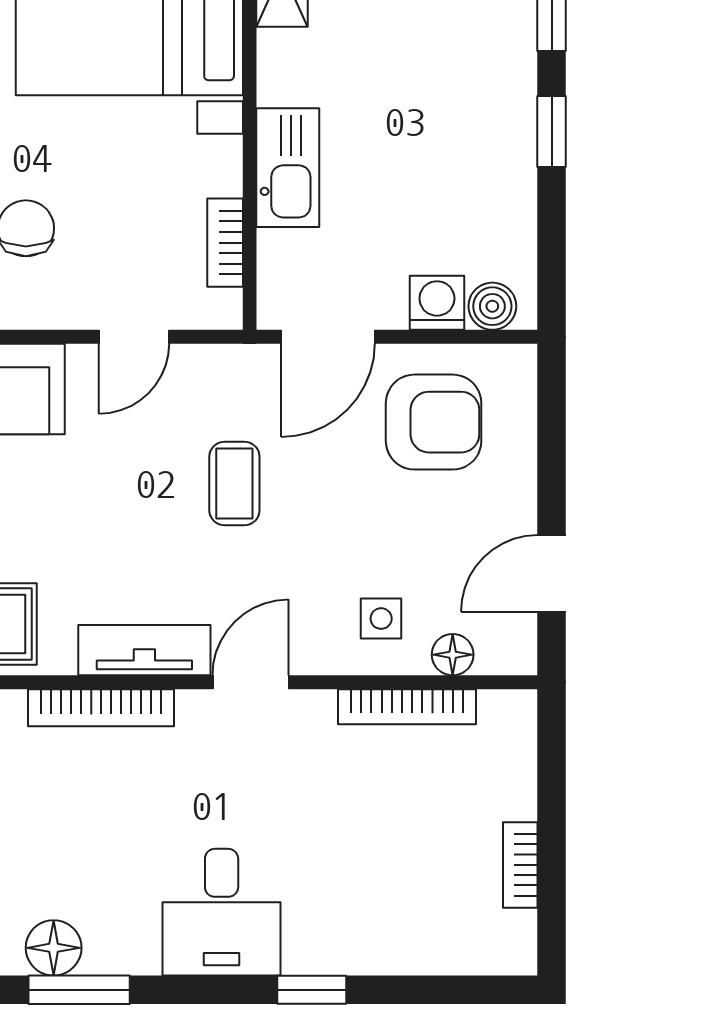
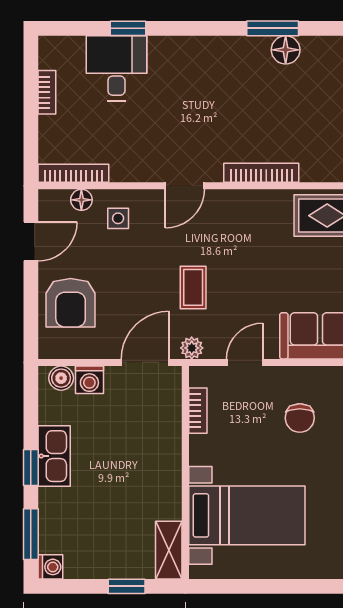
kitchen sink: (288, 168) -> (54, 456), moved, turned 180
plant: (237, 365) -> (192, 348), added
armchair: (434, 422) -> (71, 303), moved, turned -90
tv unit: (144, 650) -> (239, 202), removed
bookcase: (407, 707) -> (73, 173), moved
desk: (222, 912) -> (116, 68), moved
window: (312, 990) -> (128, 28), moved

